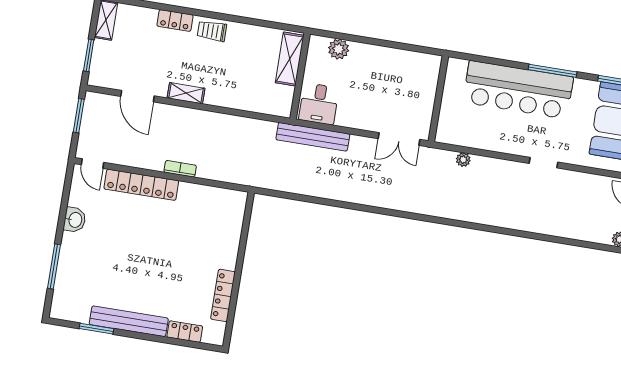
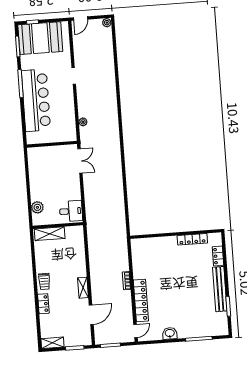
bench: (313, 137) -> (90, 210), removed

